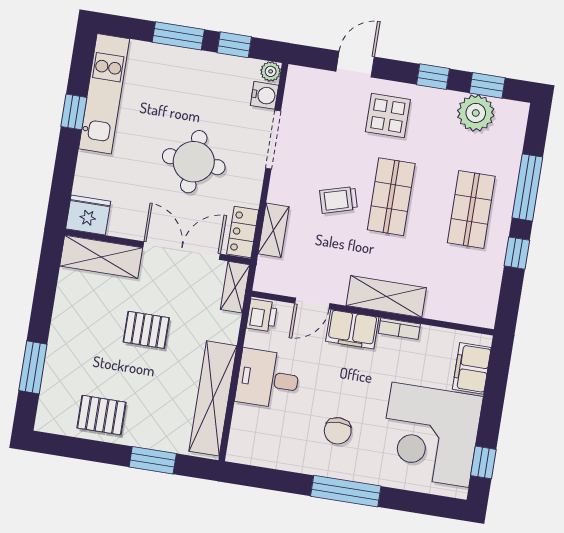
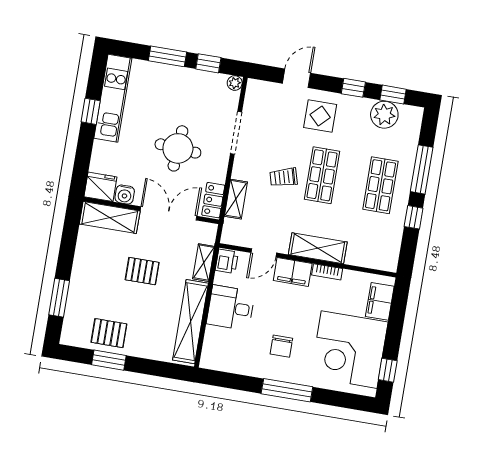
water cooler: (264, 95) -> (125, 195), moved, turned 90
shelving: (235, 287) -> (204, 263), moved
window: (153, 460) -> (109, 360), moved

